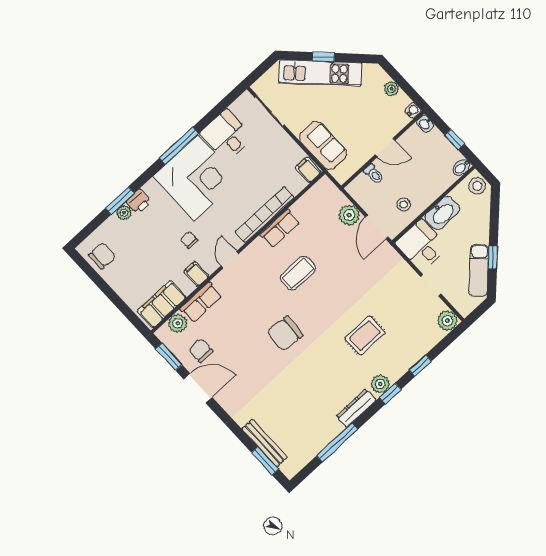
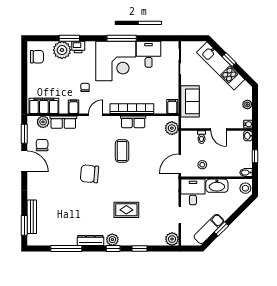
plant: (124, 213) -> (62, 50), width x1.87, depth x1.87
plant: (349, 215) -> (172, 128), moved
coffee table: (298, 273) -> (122, 151), turned 90

